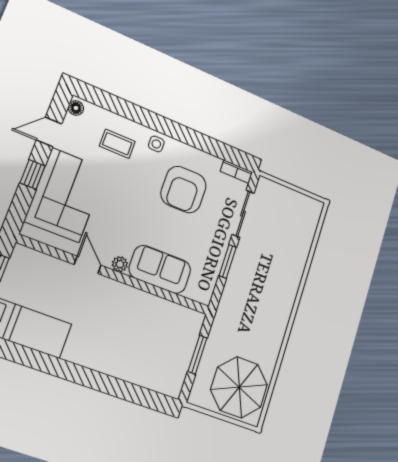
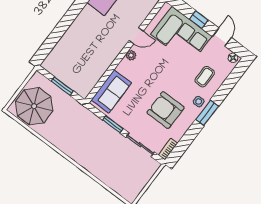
window: (169, 128) -> (207, 113), added
sofa: (160, 269) -> (111, 91), moved

